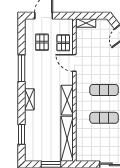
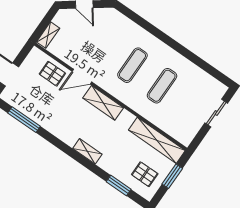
pallet: (42, 42) -> (145, 174), moved
window: (22, 68) -> (24, 120), moved
shelving: (67, 100) -> (103, 103), moved

